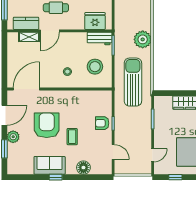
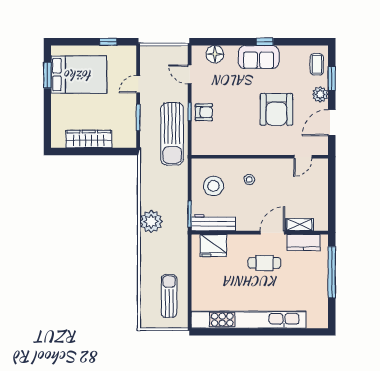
workbench: (100, 39) -> (213, 223), width x1.38
sun lounger: (133, 82) -> (172, 134), moved
door: (26, 89) -> (303, 157), width x0.53
coffee table: (72, 137) -> (317, 64), moved
door: (153, 155) -> (138, 84), moved
sofa: (50, 165) -> (259, 57), moved
floor lamp: (83, 168) -> (215, 54), moved

